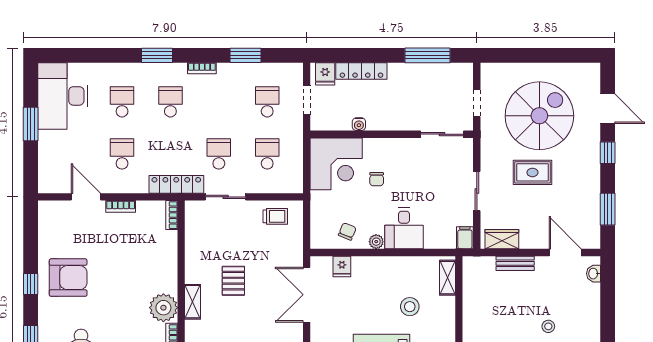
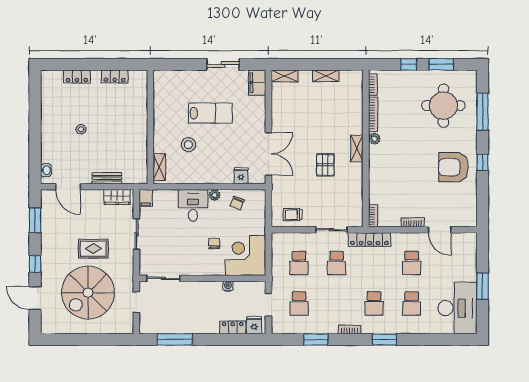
locker: (361, 71) -> (233, 327), width x0.66
plant: (163, 308) -> (374, 139), width x0.53, depth x0.53

